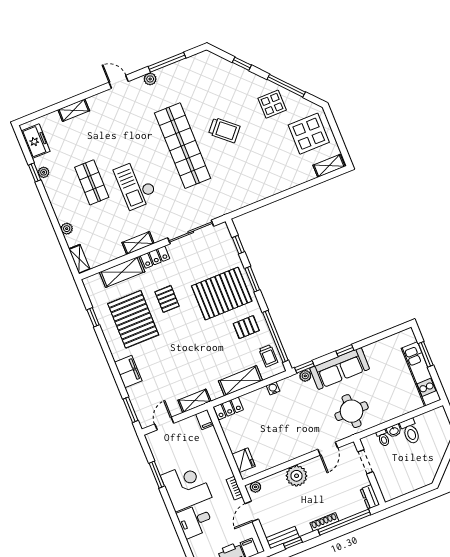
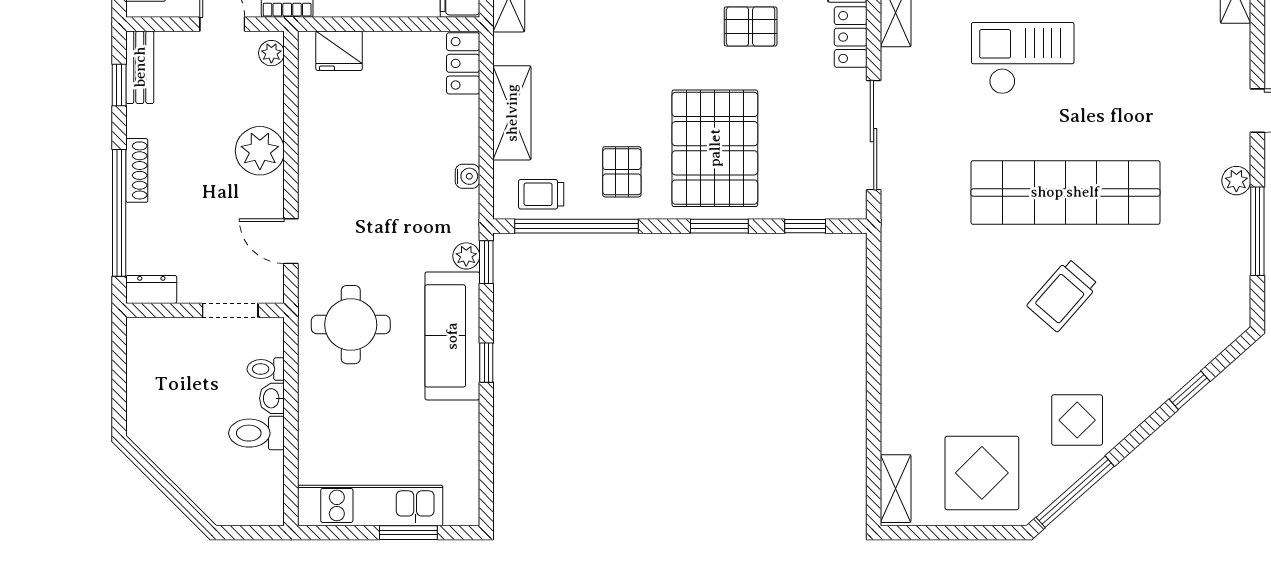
window: (286, 86) -> (1075, 492), moved

